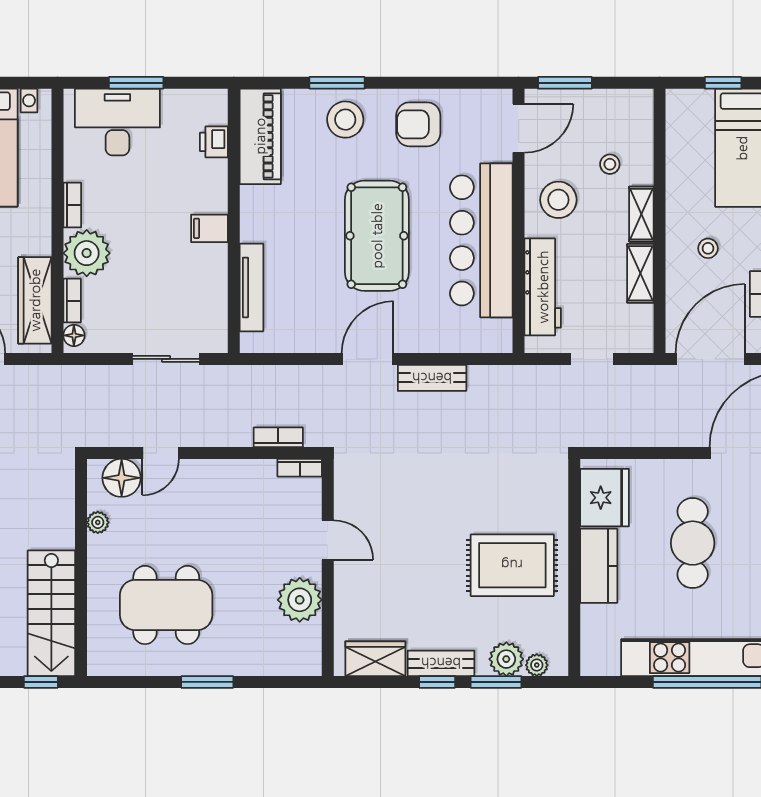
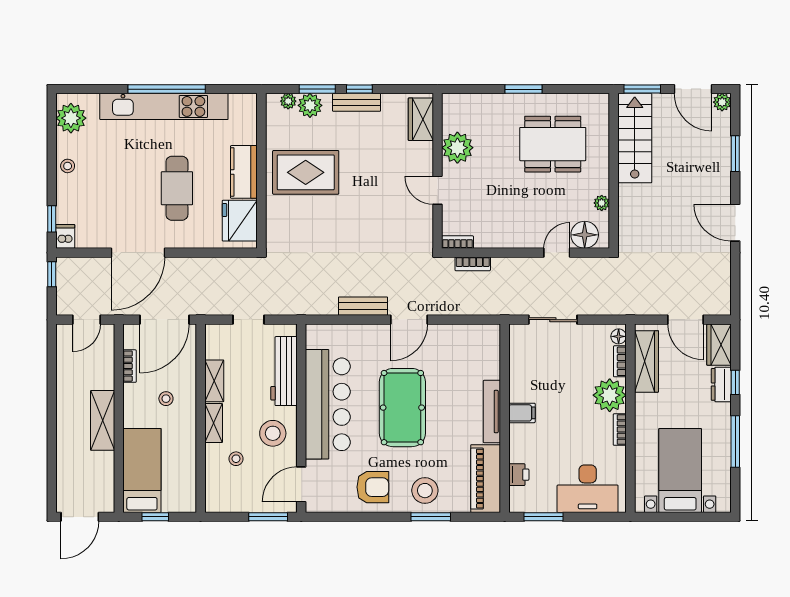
window: (136, 83) -> (543, 517), moved
tv unit: (251, 287) -> (492, 412), moved
wardrobe: (375, 659) -> (421, 119), moved, turned 90
window: (41, 682) -> (642, 89), width x1.50

